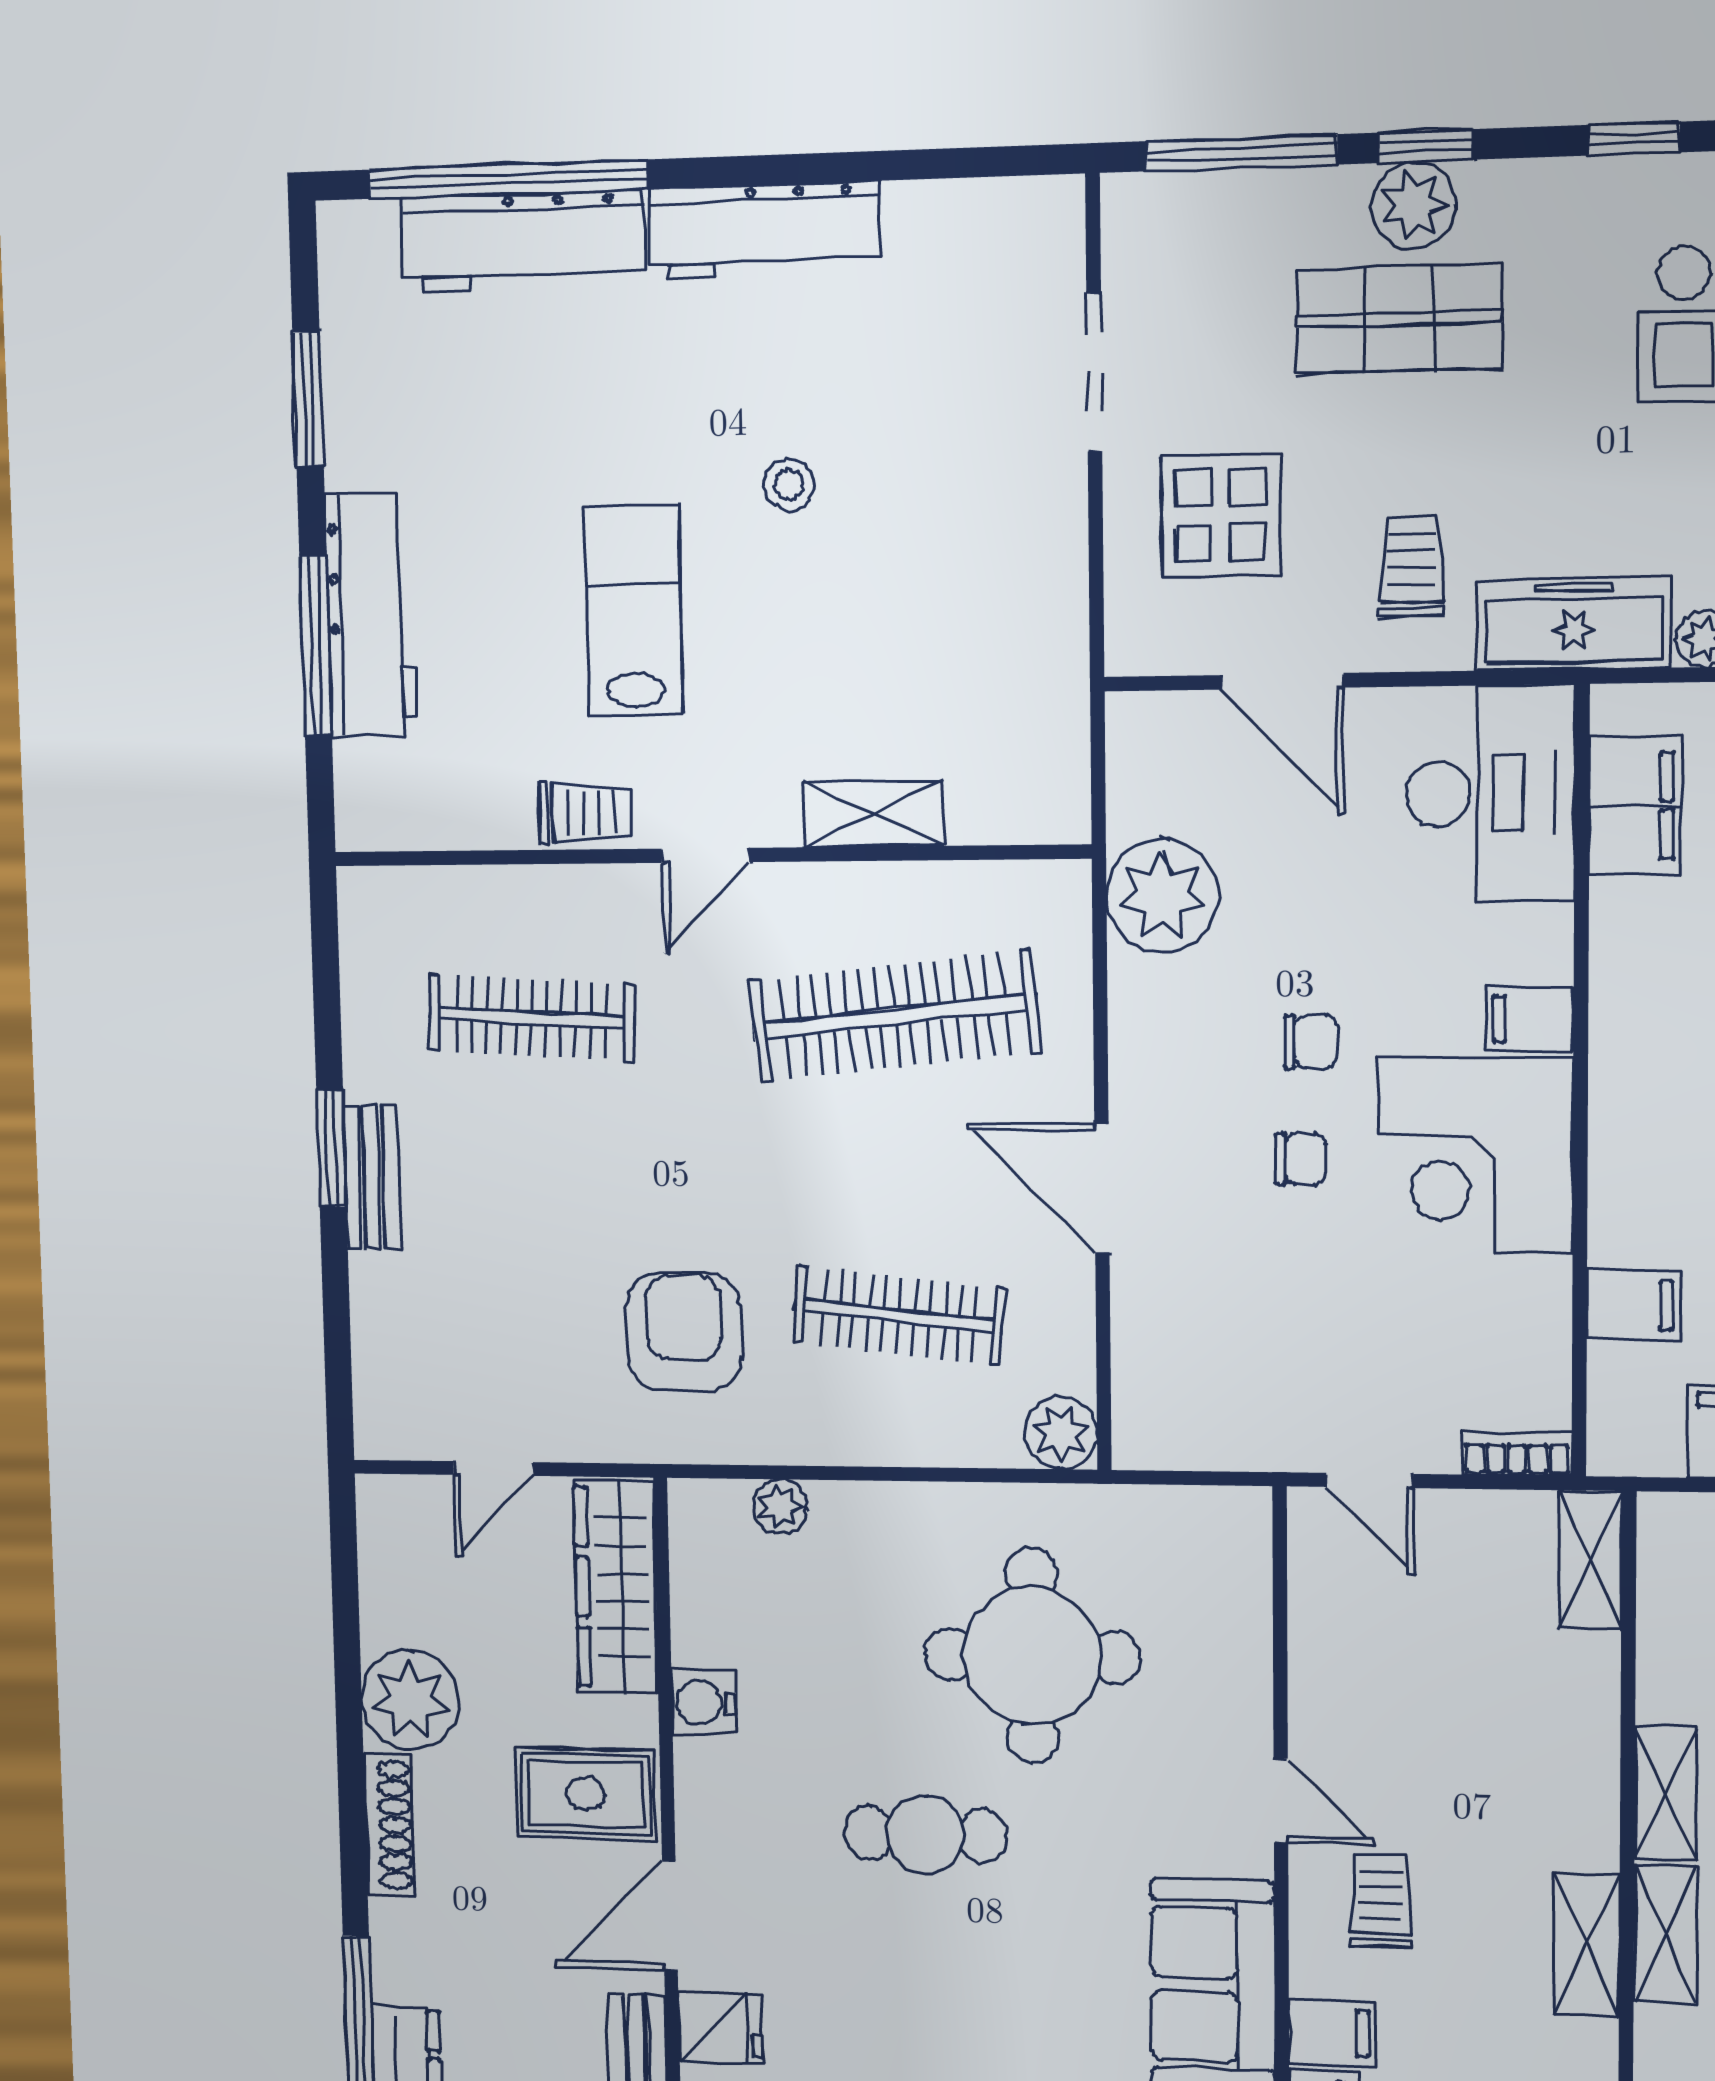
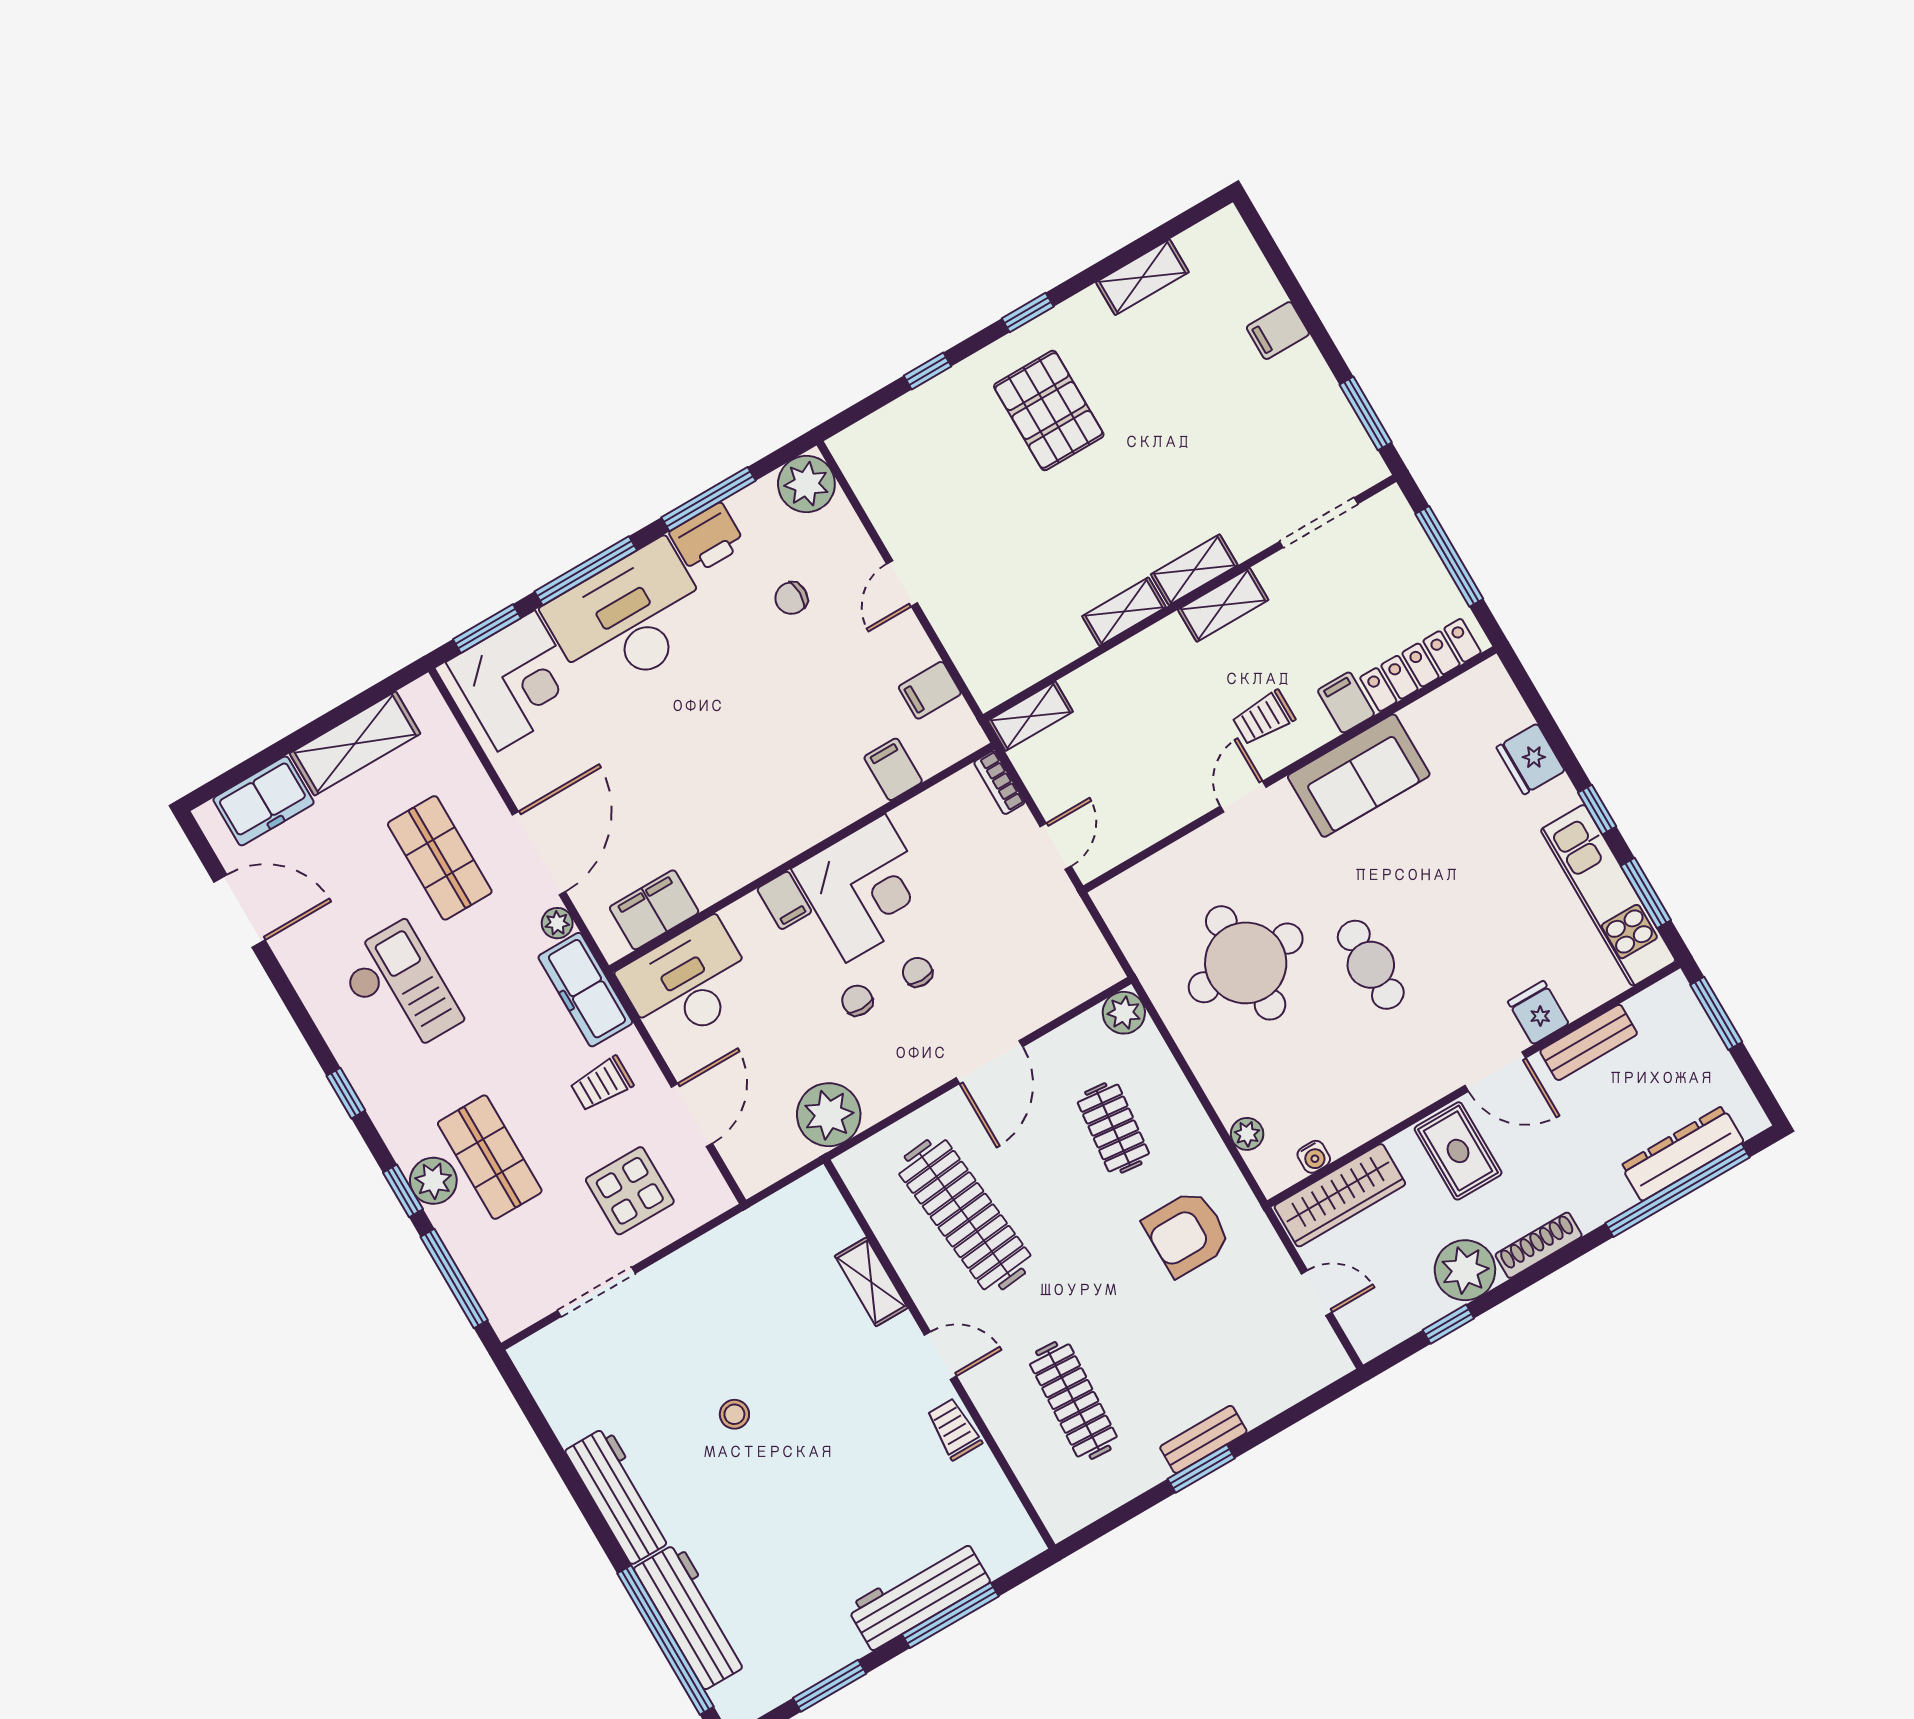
lab bench: (634, 610) -> (840, 1460), removed
clothes rail: (899, 1316) -> (1113, 1128), width x0.73
window: (346, 1630) -> (1448, 1324), added
water cooler: (704, 1702) -> (1314, 1157), moved, width x0.72, depth x0.72

